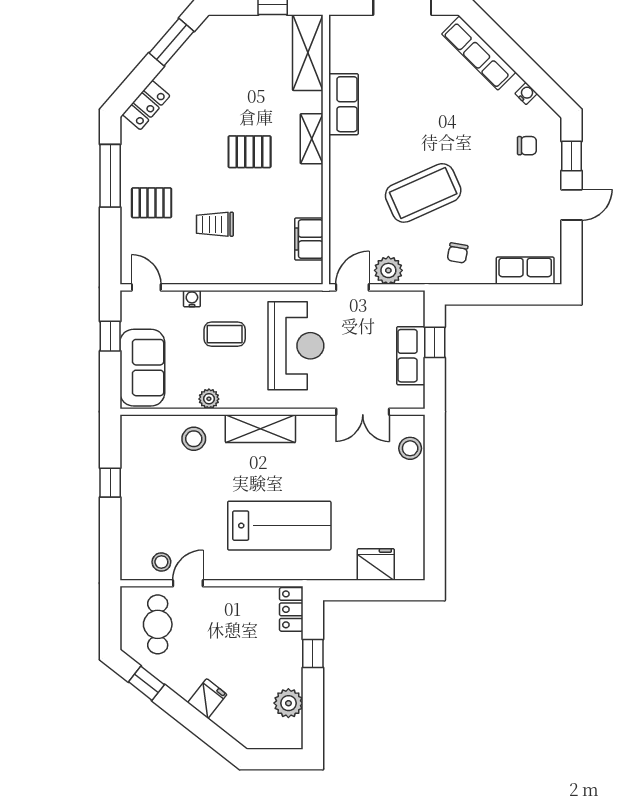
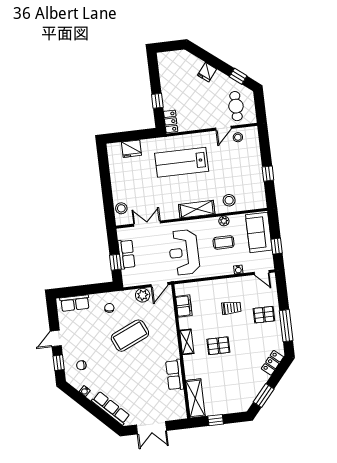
shelving: (312, 139) -> (187, 342), moved
coffee table: (225, 334) -> (224, 242), moved
plant: (288, 703) -> (167, 75), removed

